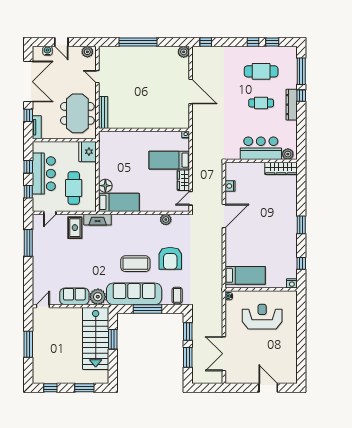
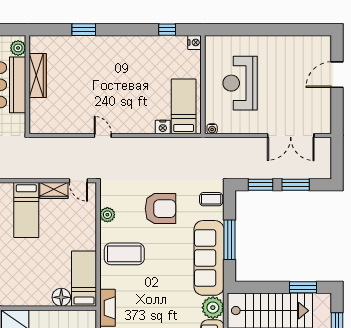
wardrobe: (281, 168) -> (38, 75), moved
nightstand: (230, 186) -> (163, 127), moved
door: (224, 216) -> (103, 135), width x0.53
window: (301, 225) -> (84, 30), moved
coffee table: (135, 264) -> (124, 254), moved, turned 90
window: (113, 339) -> (303, 287), moved

